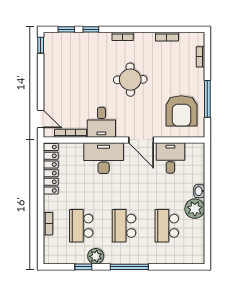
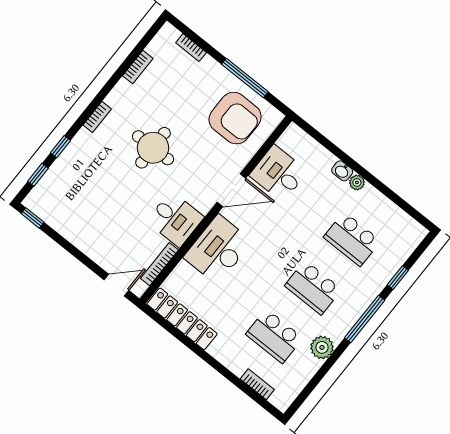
plant: (195, 209) -> (357, 182), width x0.53, depth x0.53
bookcase: (48, 224) -> (257, 384), moved
window: (83, 267) -> (398, 278), moved

